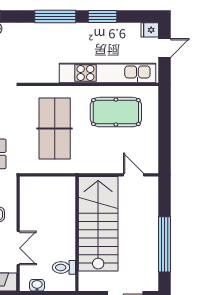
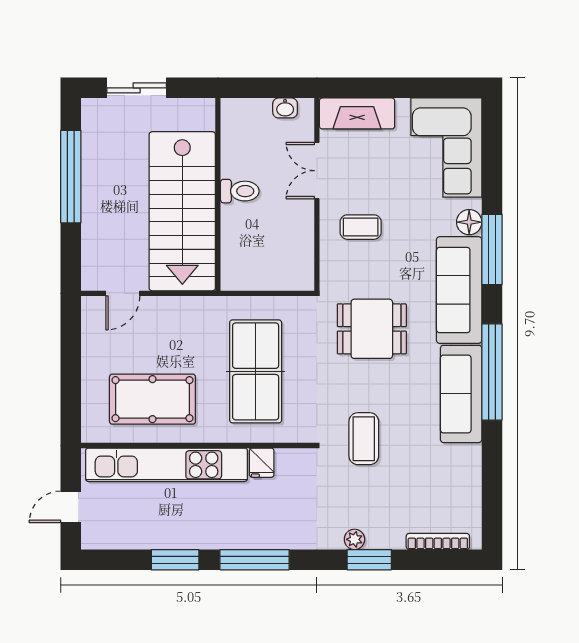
fridge: (150, 30) -> (262, 463), moved, turned 90
door: (134, 175) -> (123, 293), hinge flipped
toilet: (64, 267) -> (240, 191), moved

